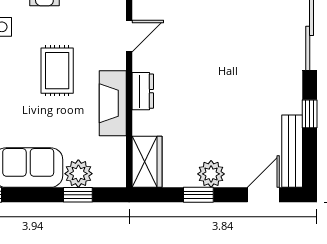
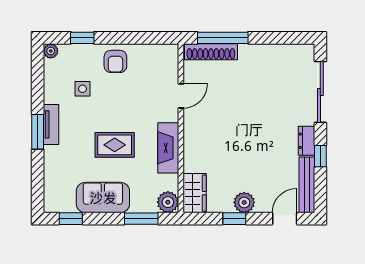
rug: (57, 71) -> (115, 145), moved, turned 90
dresser: (143, 91) -> (307, 141), moved, turned 180
plant: (78, 174) -> (168, 202), moved
window: (78, 195) -> (141, 219), width x1.50

